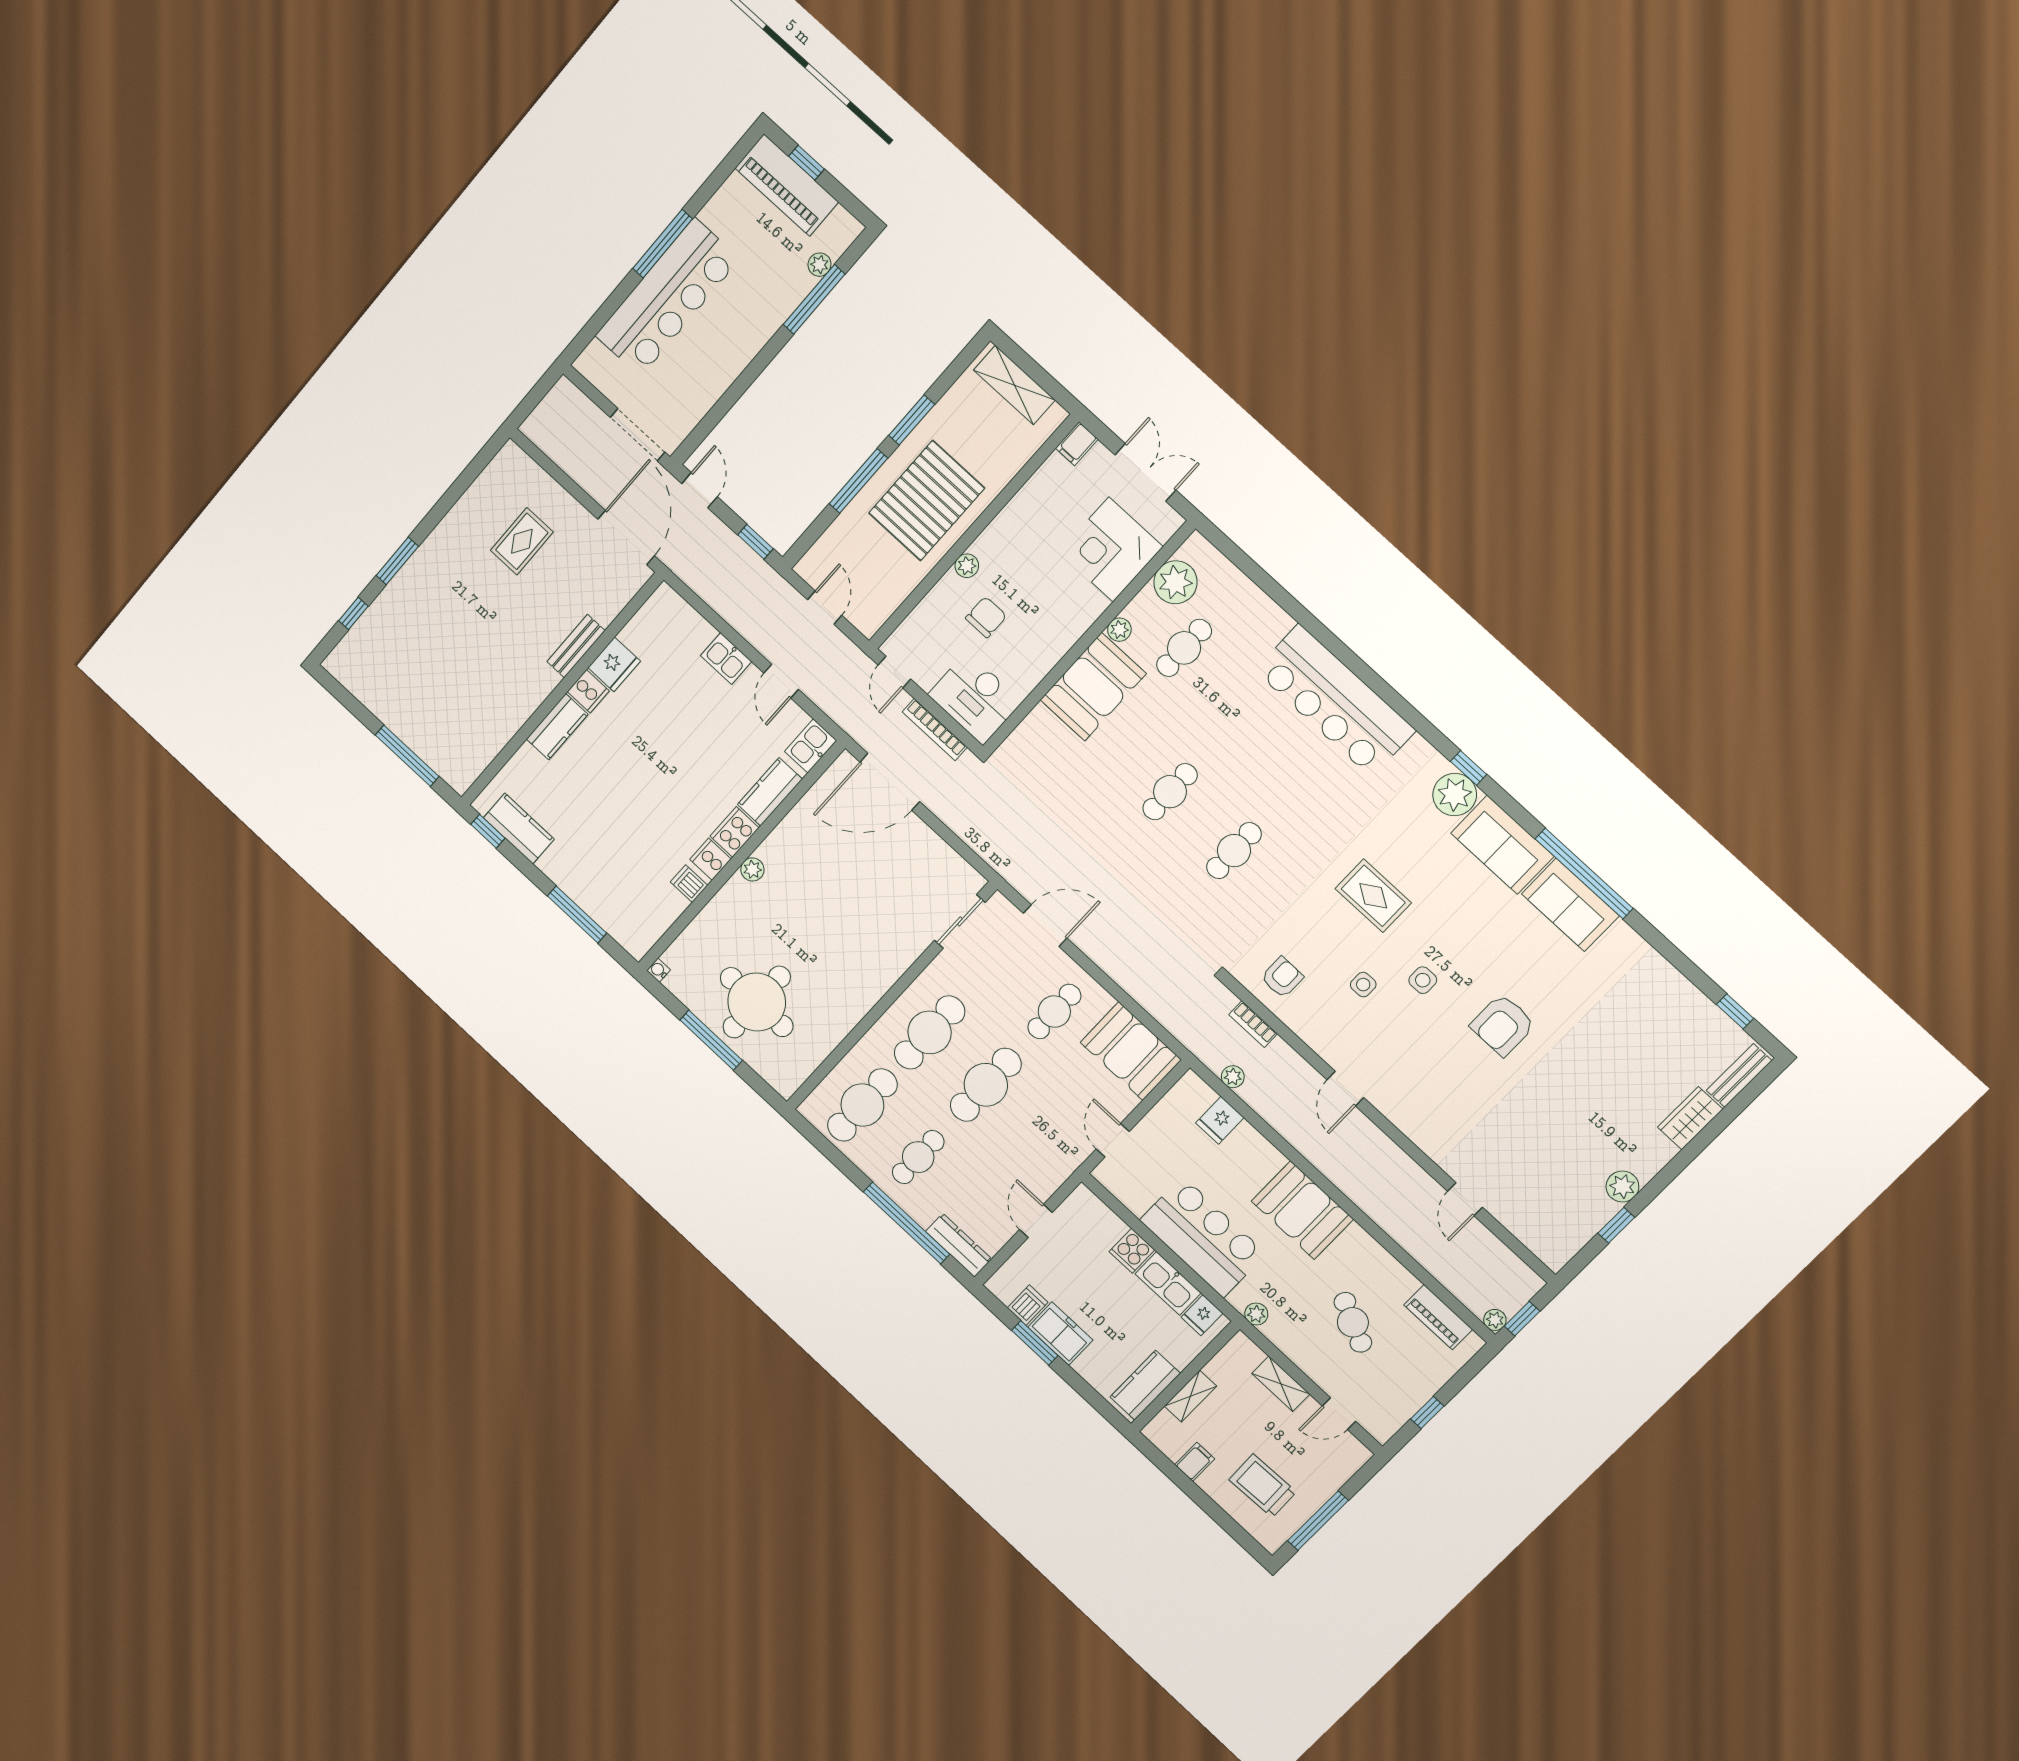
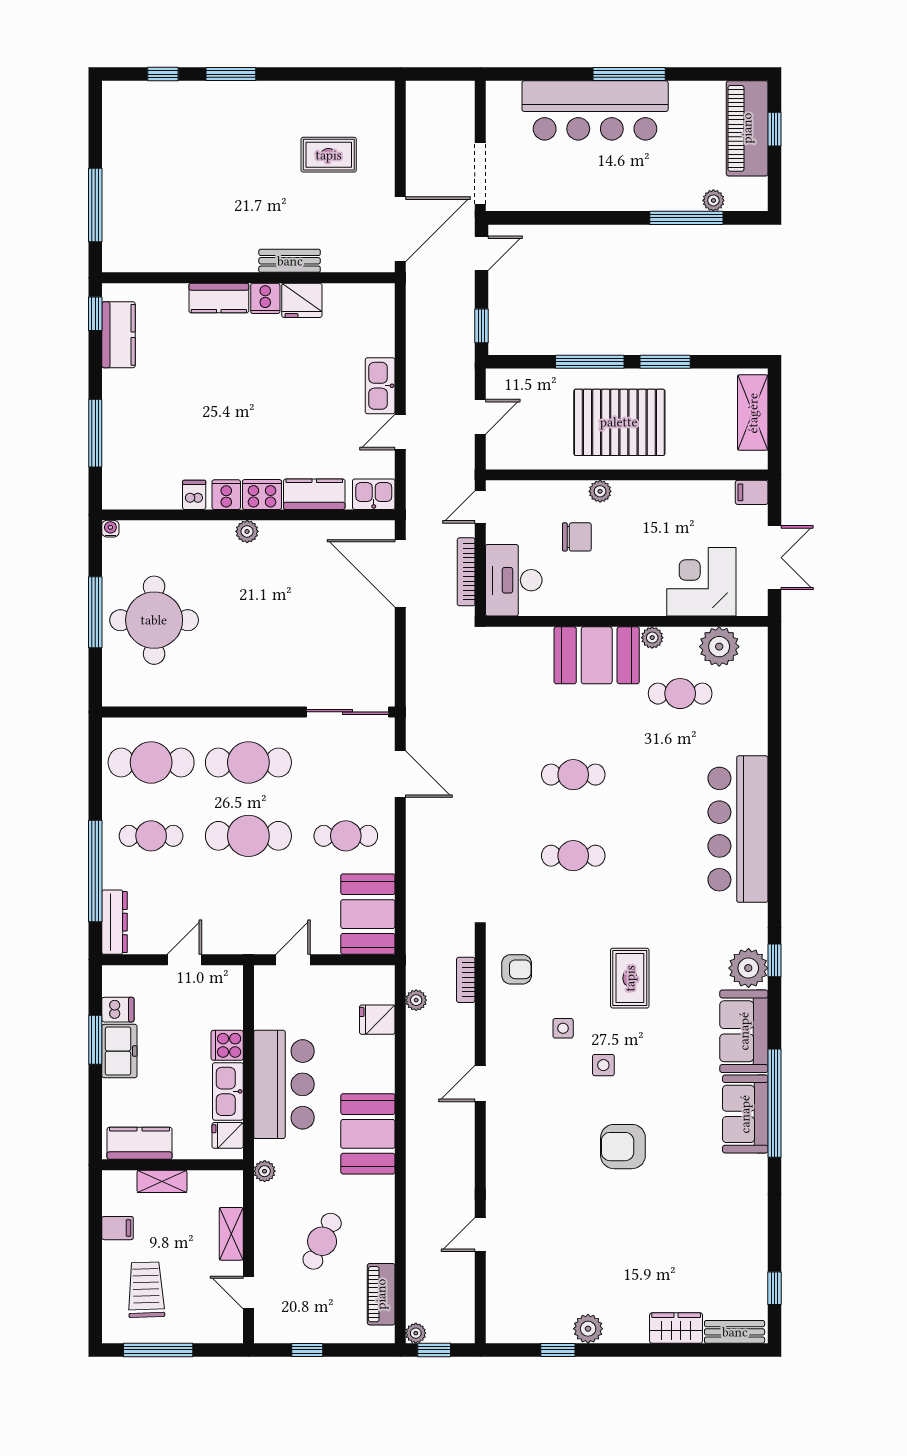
kitchen sink: (726, 659) -> (380, 386), width x1.38
sliding door: (960, 921) -> (348, 712), width x1.37

